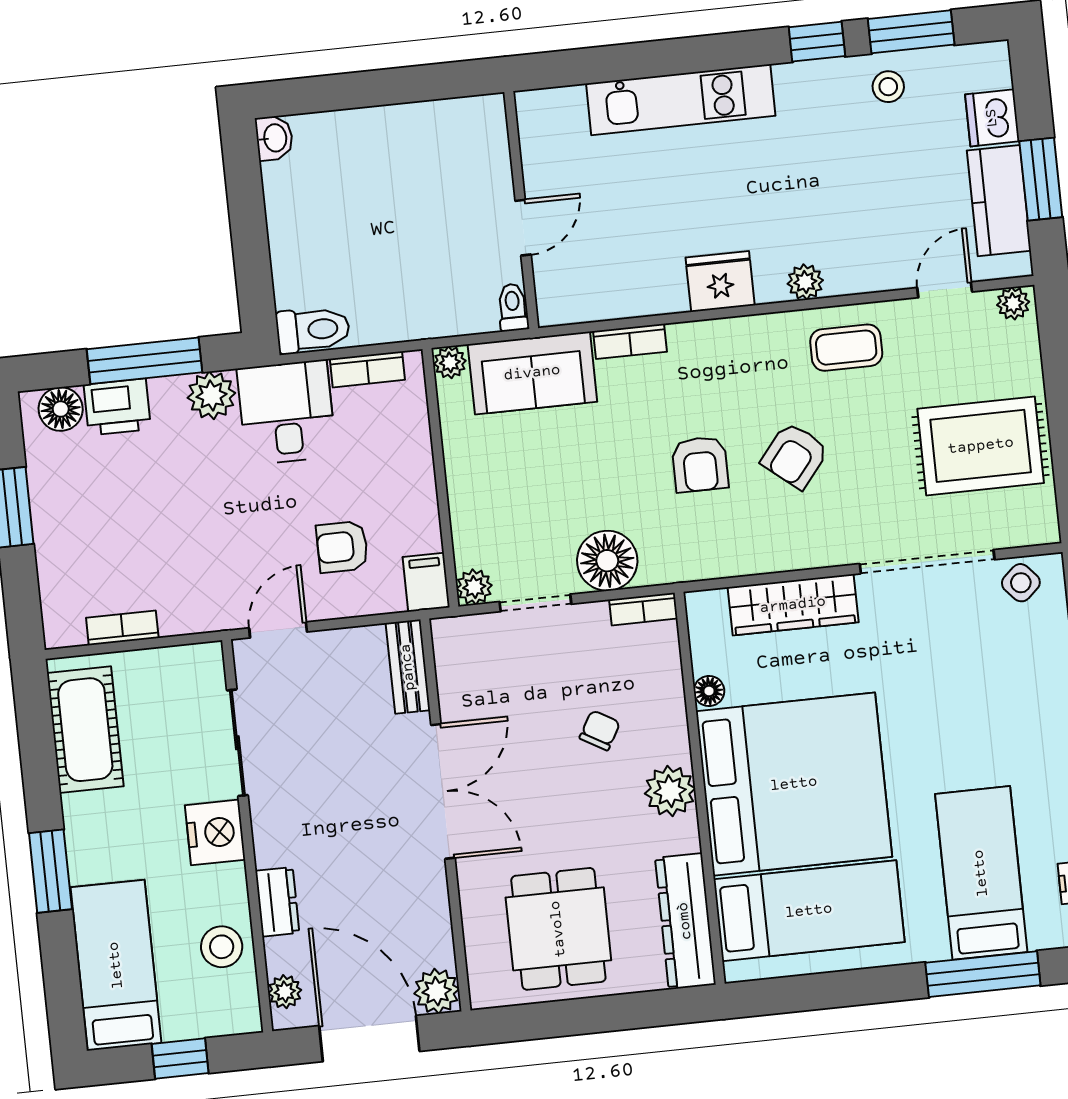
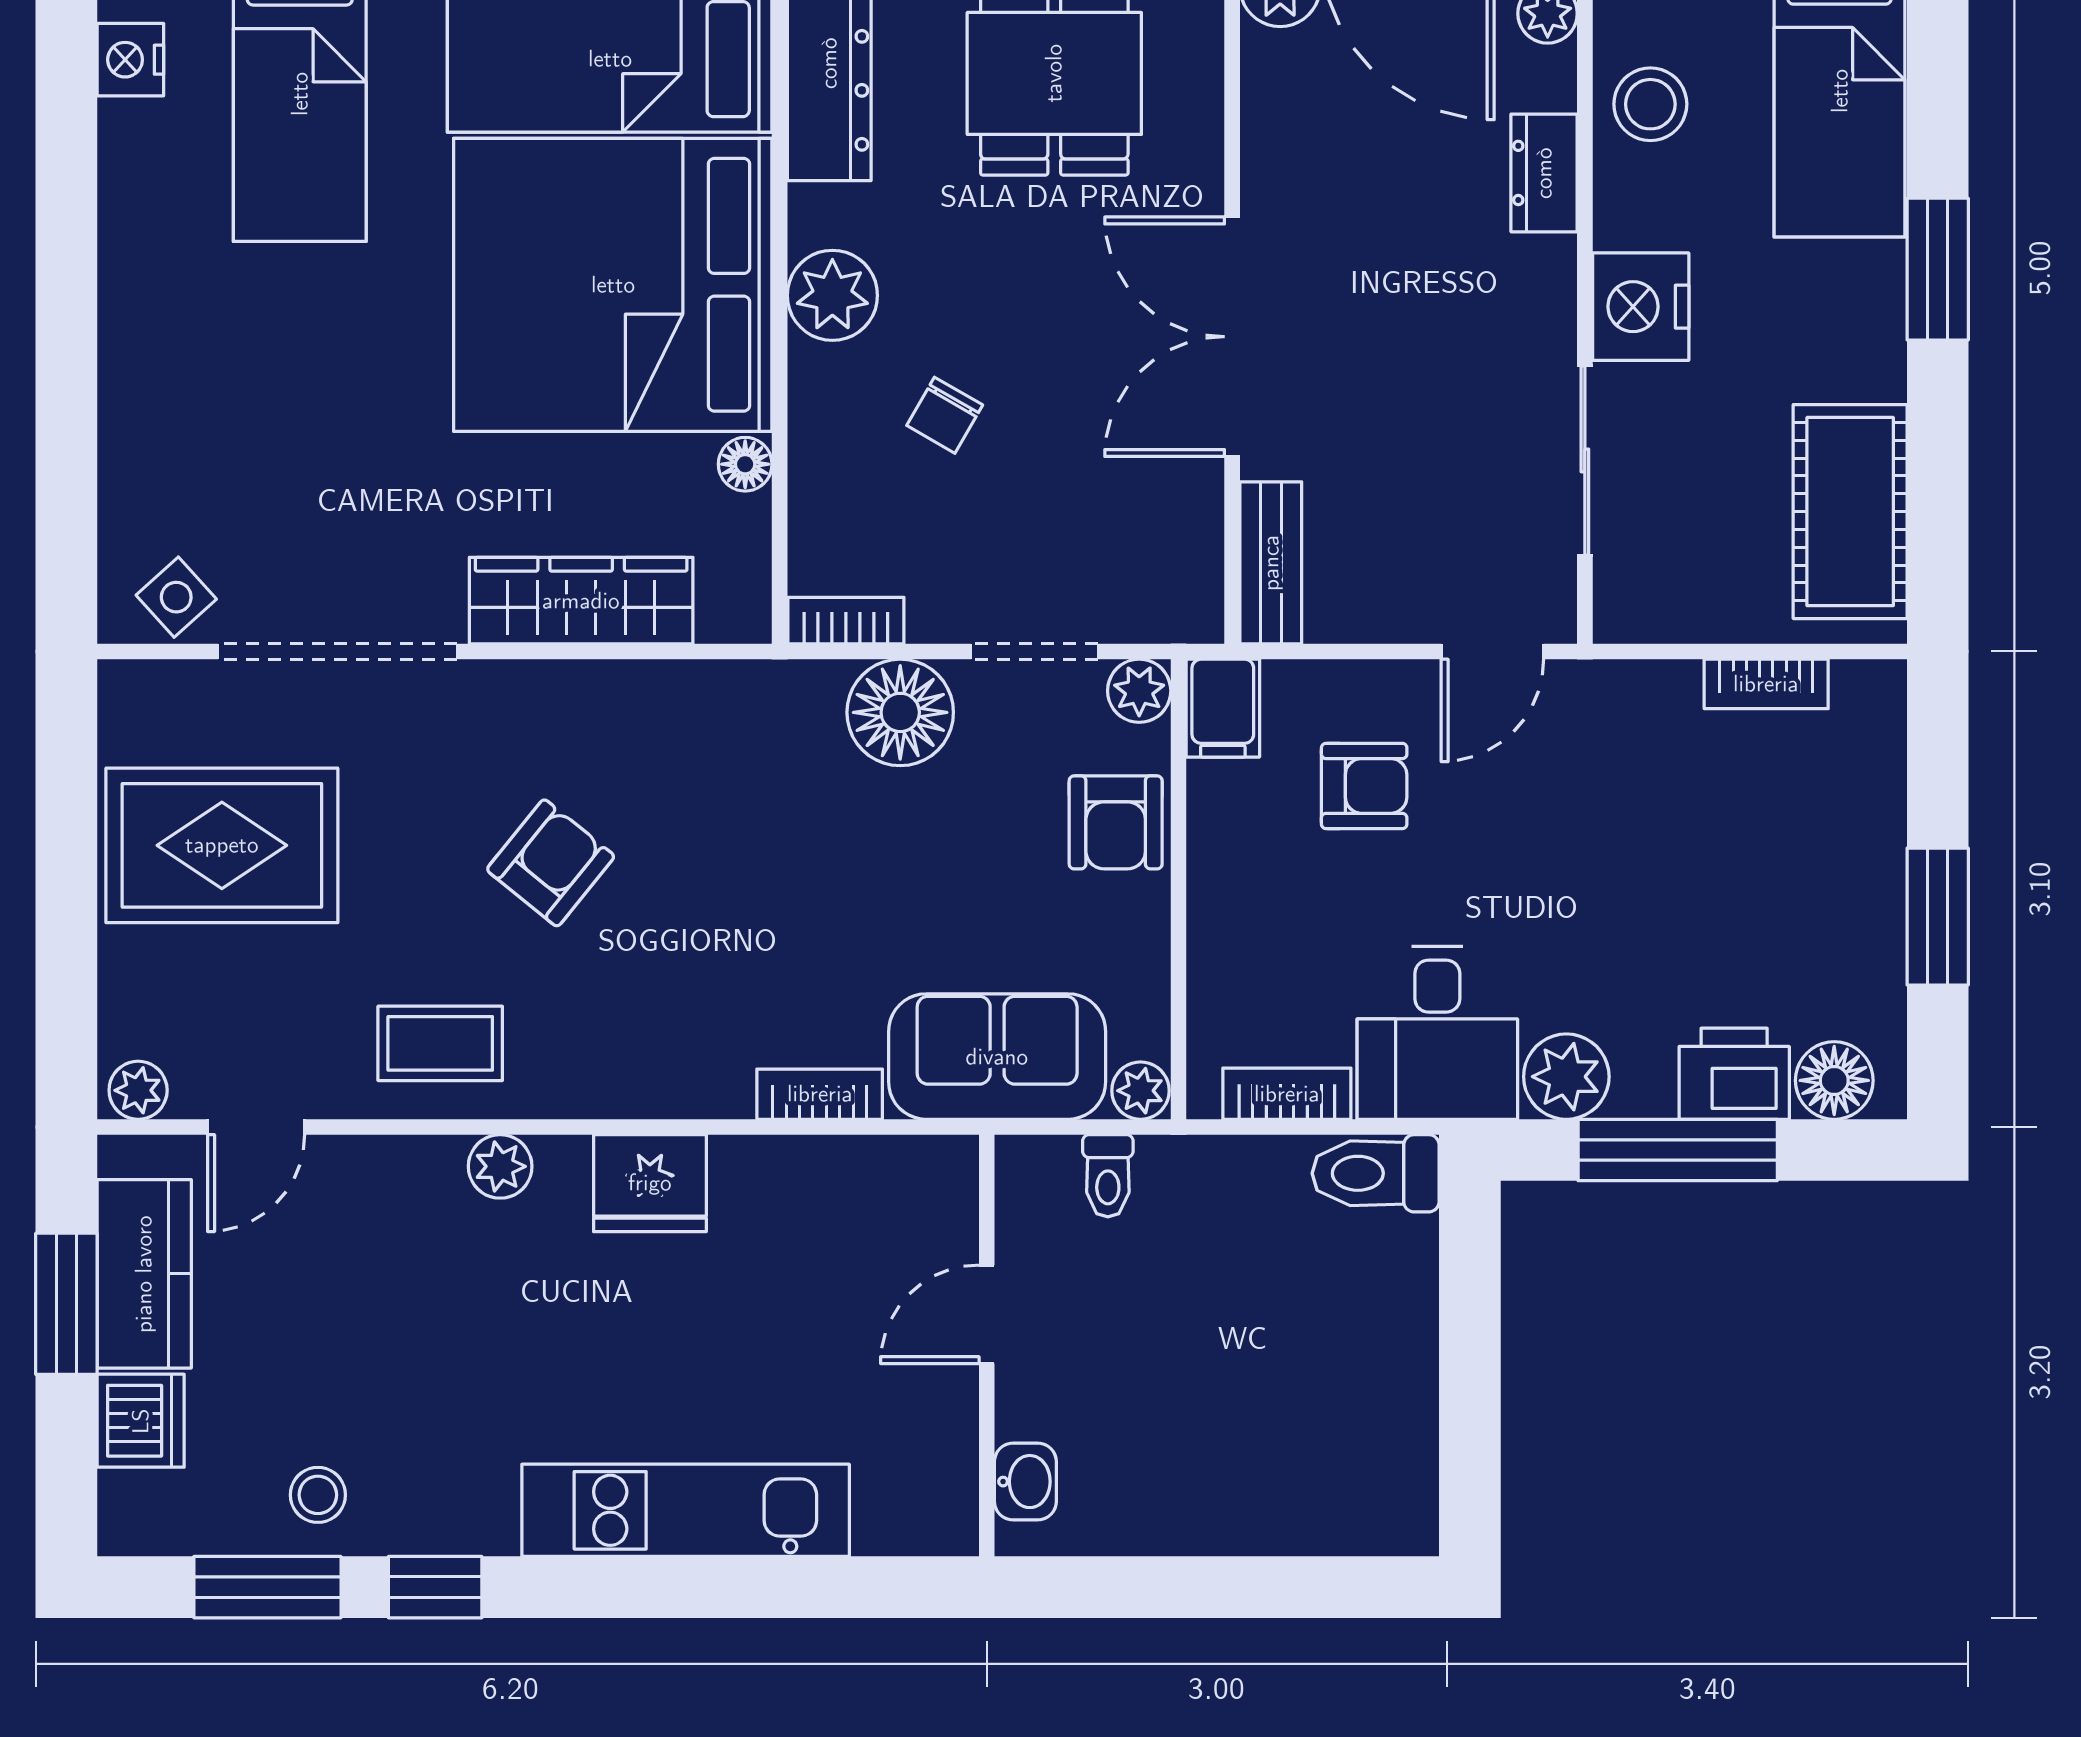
washbasin: (274, 138) -> (1025, 1482), moved, turned 180
toilet: (513, 307) -> (1108, 1176), moved
armchair: (700, 464) -> (1116, 822), moved, turned 180

